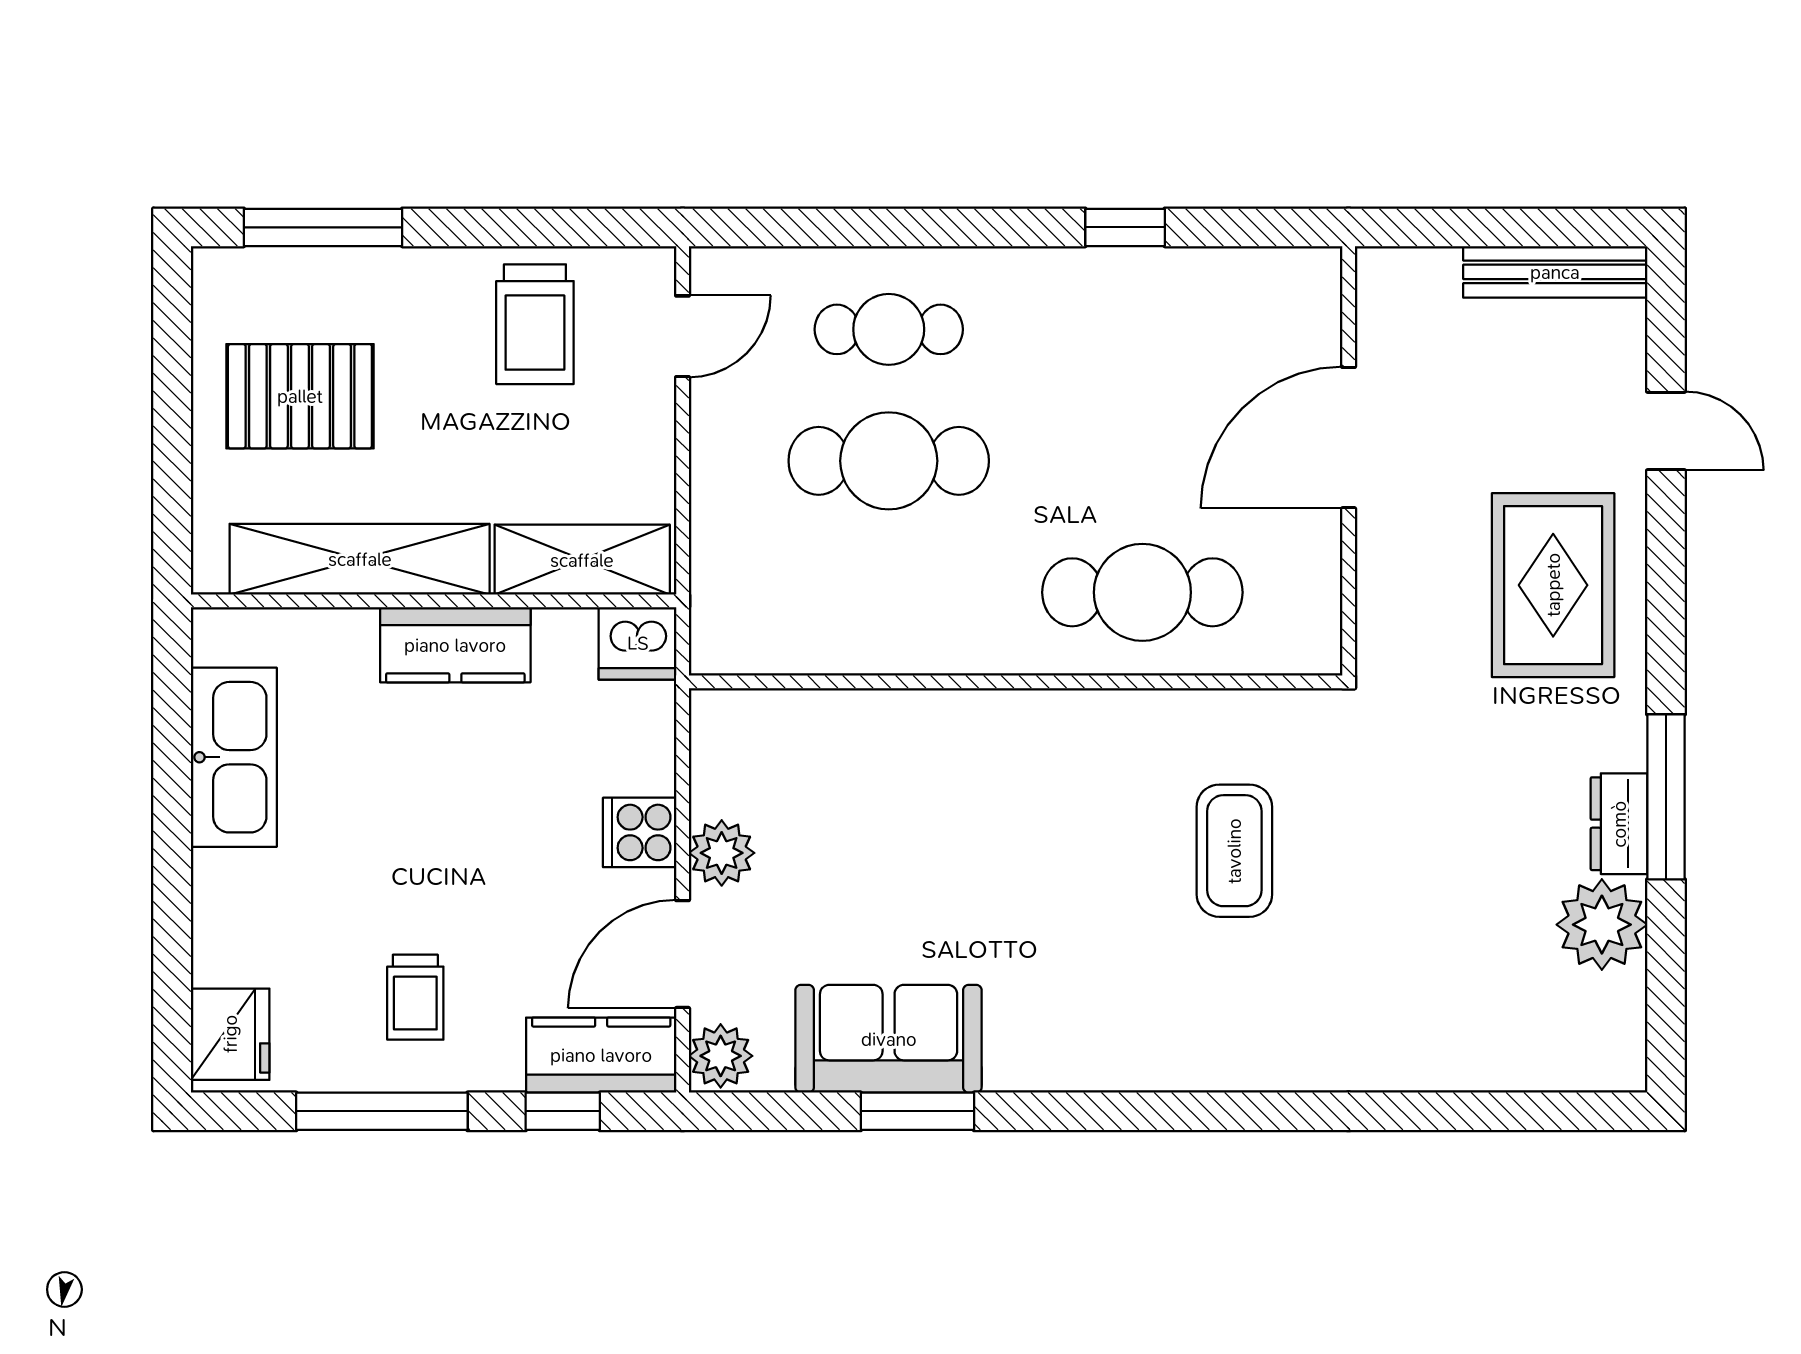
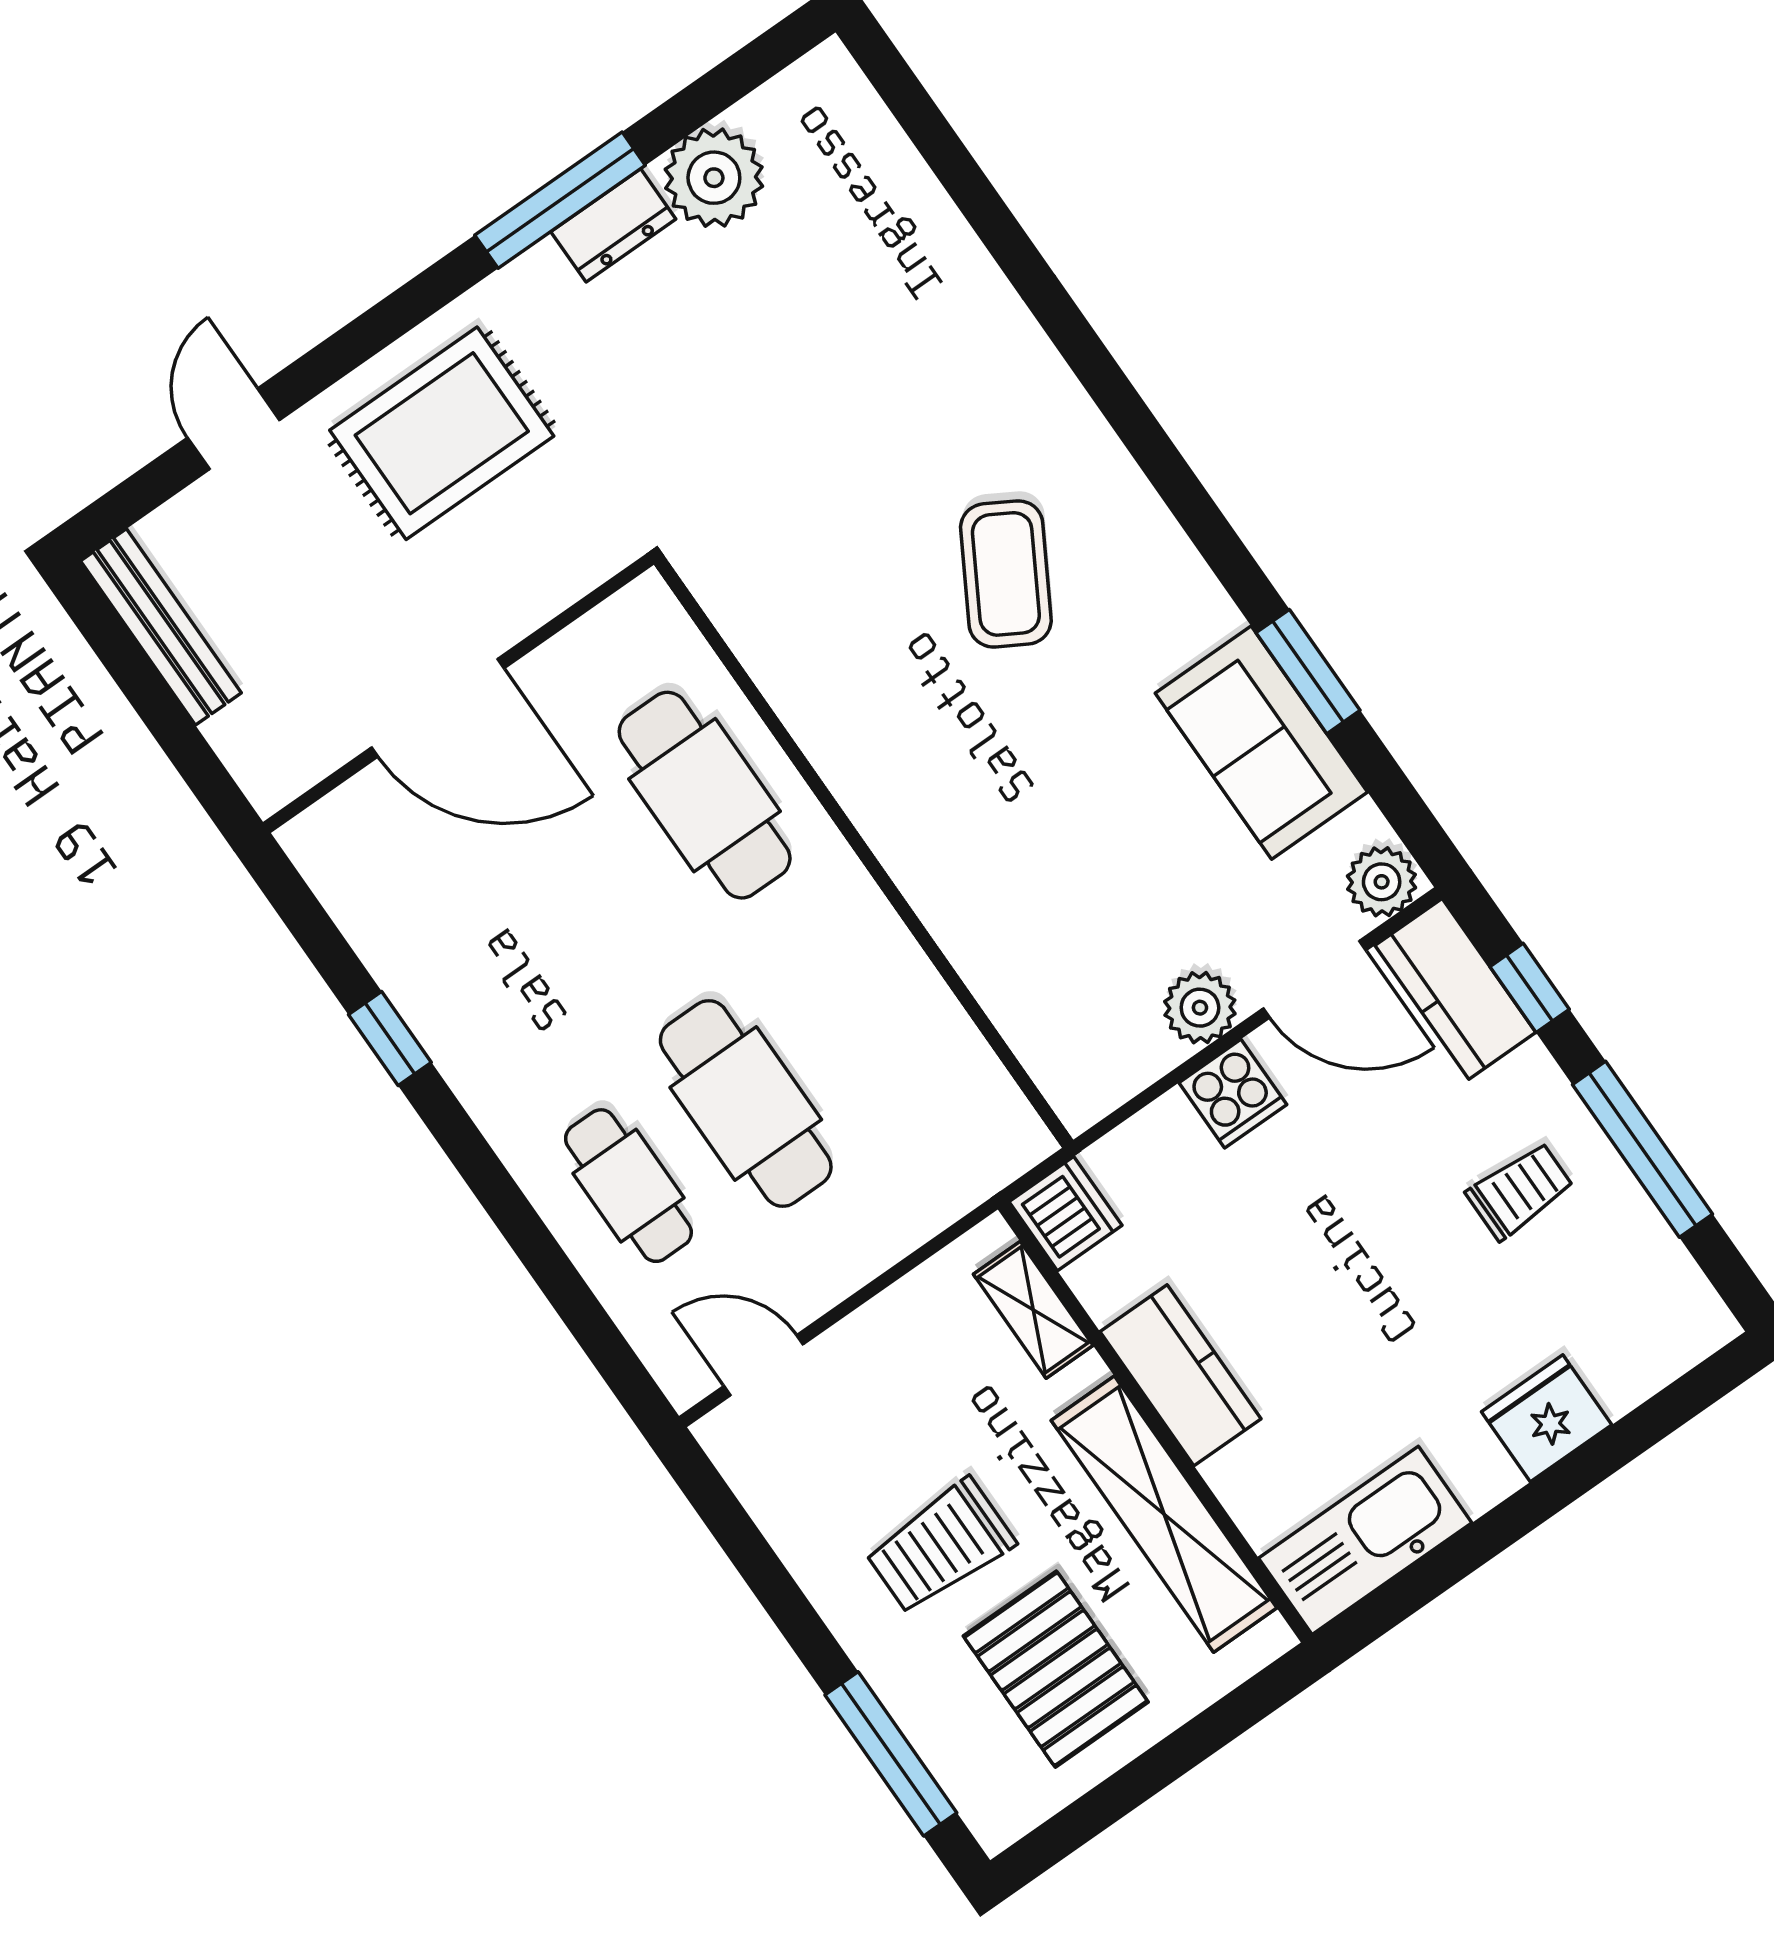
trolley: (535, 324) -> (940, 1547), moved, turned 180
shelving: (582, 560) -> (1033, 1310), width x0.67, depth x0.75
kitchen sink: (234, 757) -> (1365, 1540), moved
coffee table: (1234, 851) -> (1006, 574), moved, turned -60
fridge: (230, 1034) -> (1547, 1418), moved

